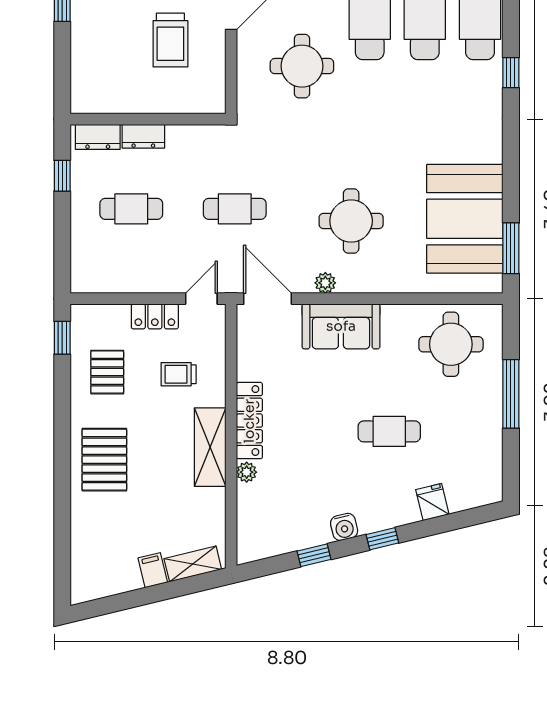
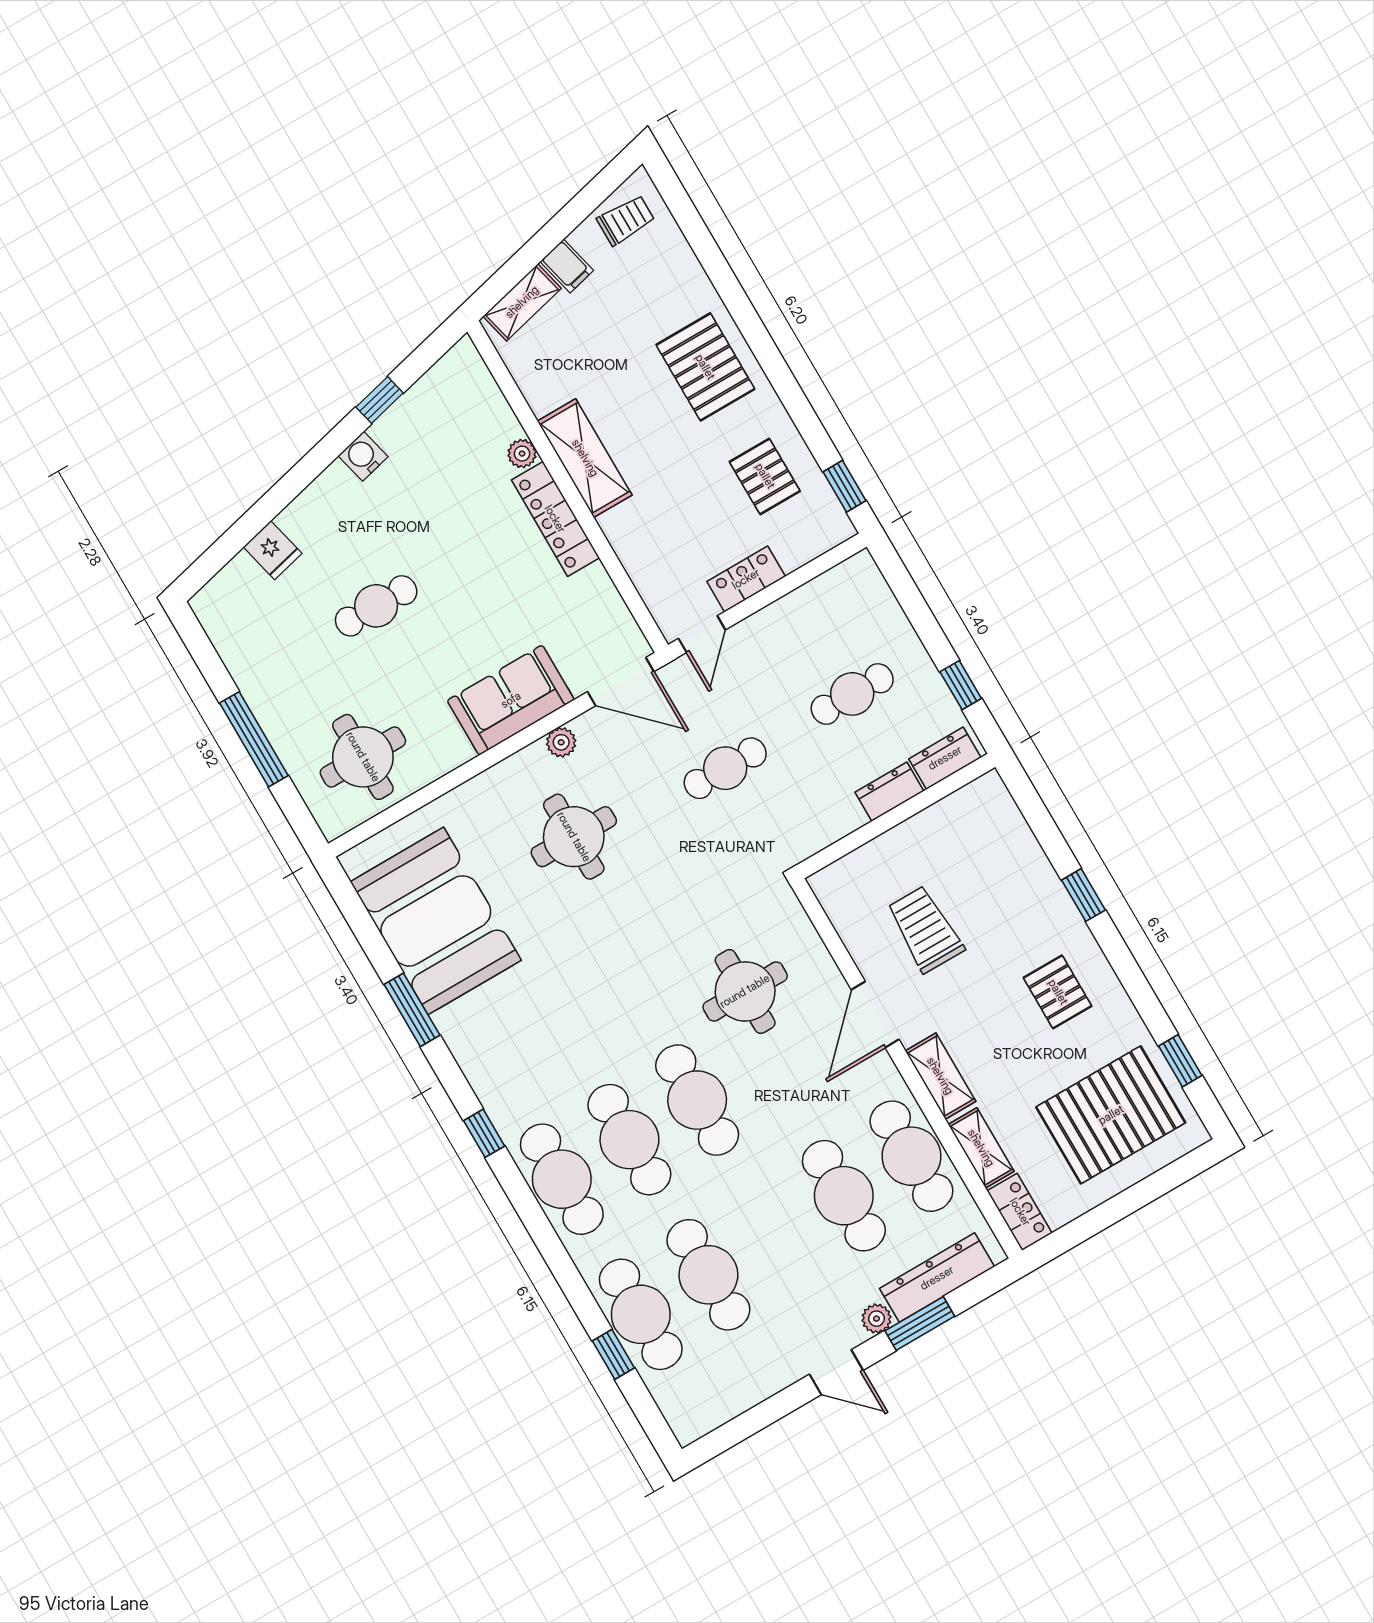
window: (511, 248) -> (412, 1010), moved
trolley: (179, 374) -> (626, 220), moved
window: (382, 539) -> (308, 469), removed

